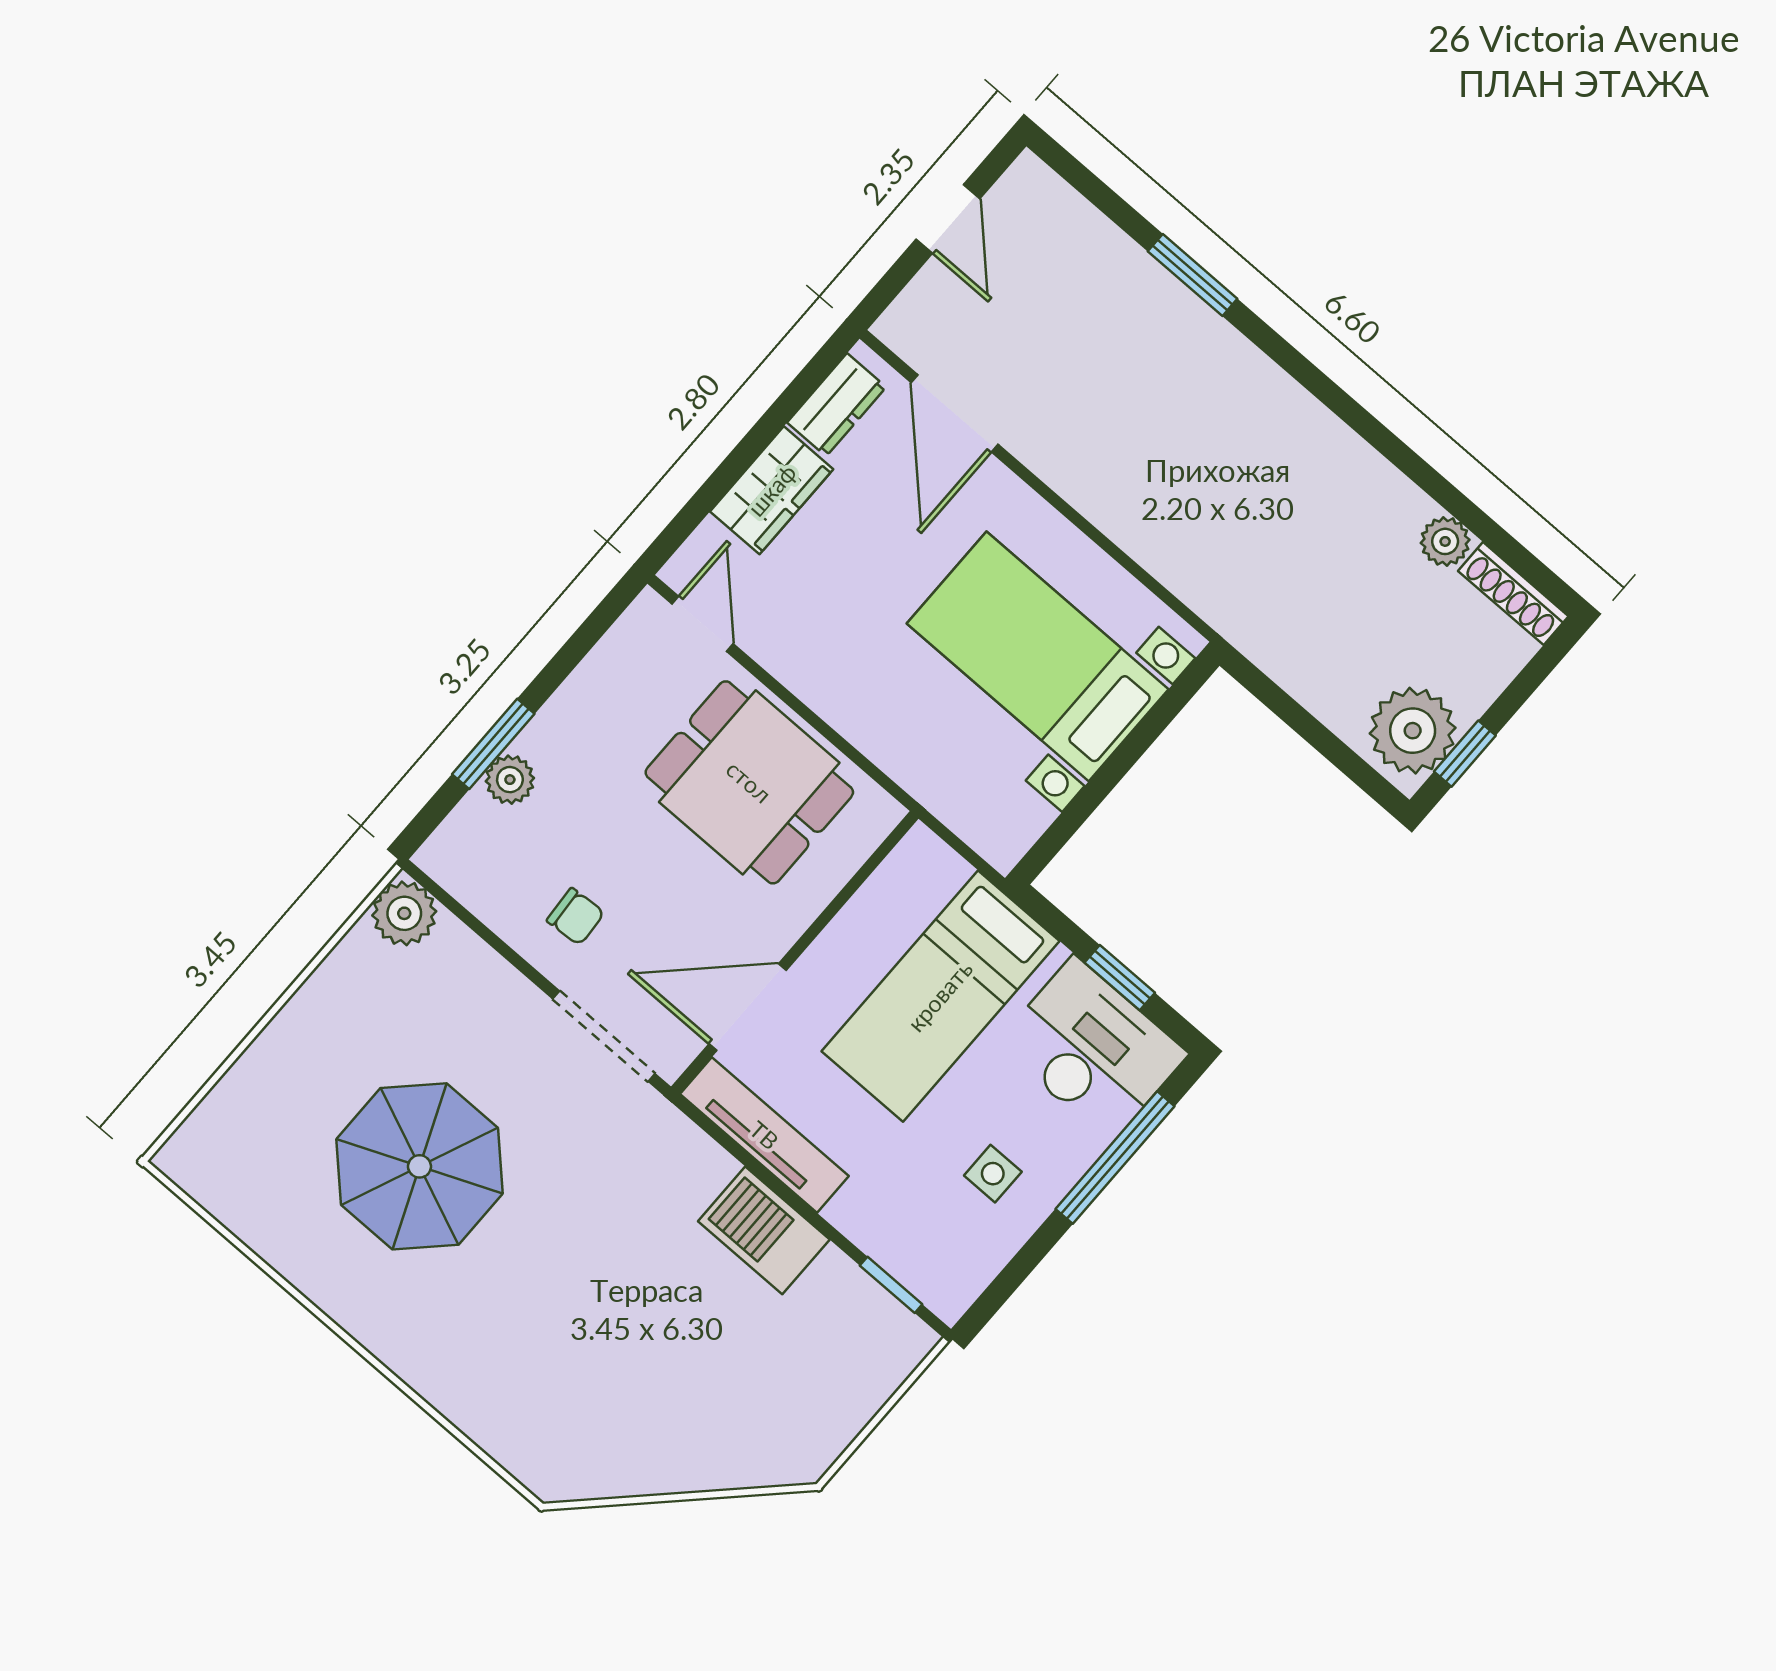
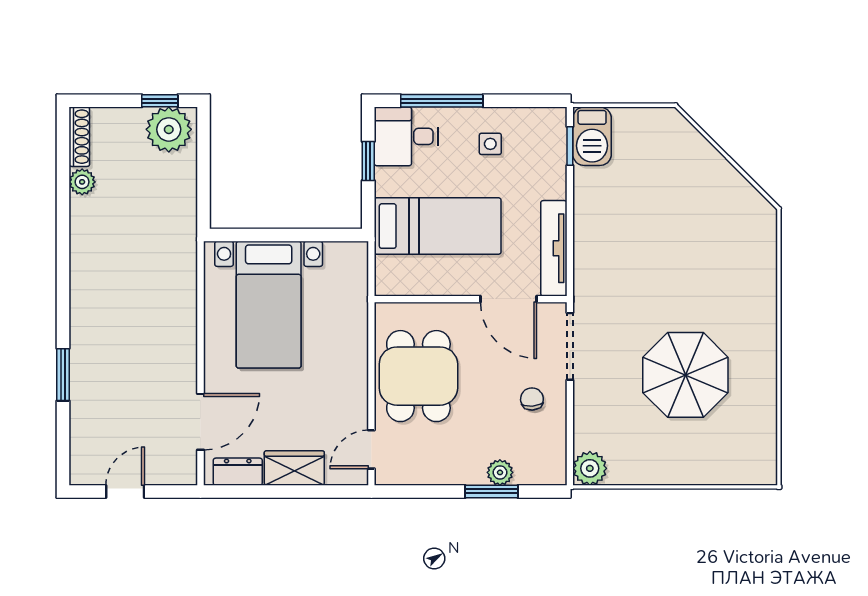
desk: (1092, 1049) -> (406, 136), width x0.73
barbecue: (764, 1230) -> (592, 136), moved

